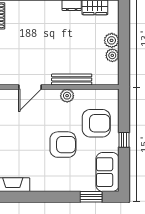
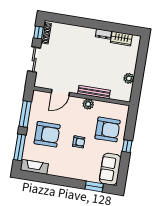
plant: (112, 40) -> (130, 67), removed
armchair: (22, 141) -> (47, 134), added
armchair: (63, 145) -> (79, 142), width x0.53, depth x0.53

